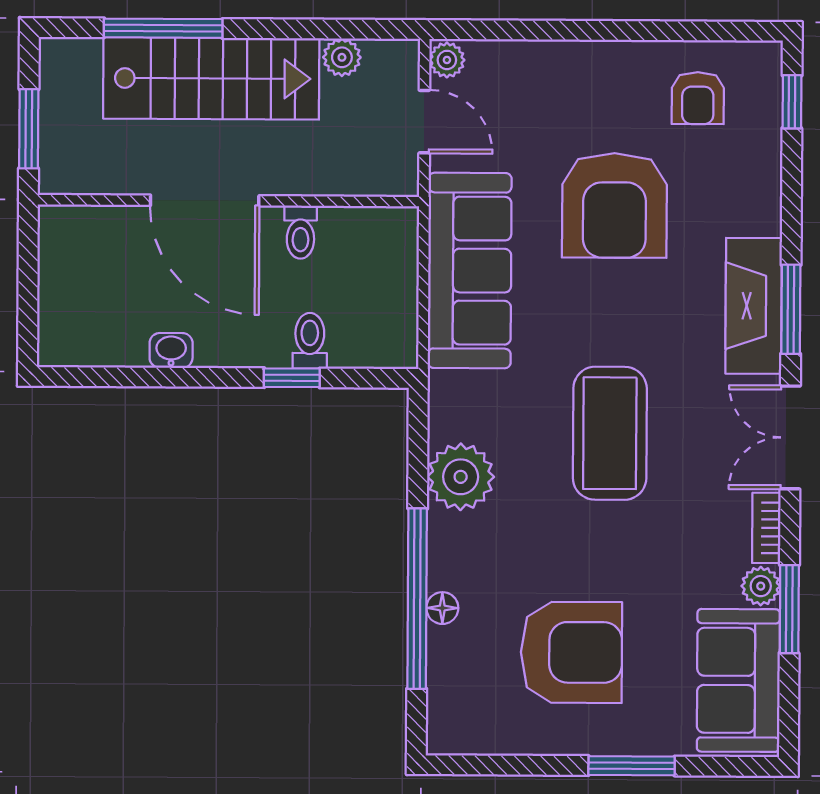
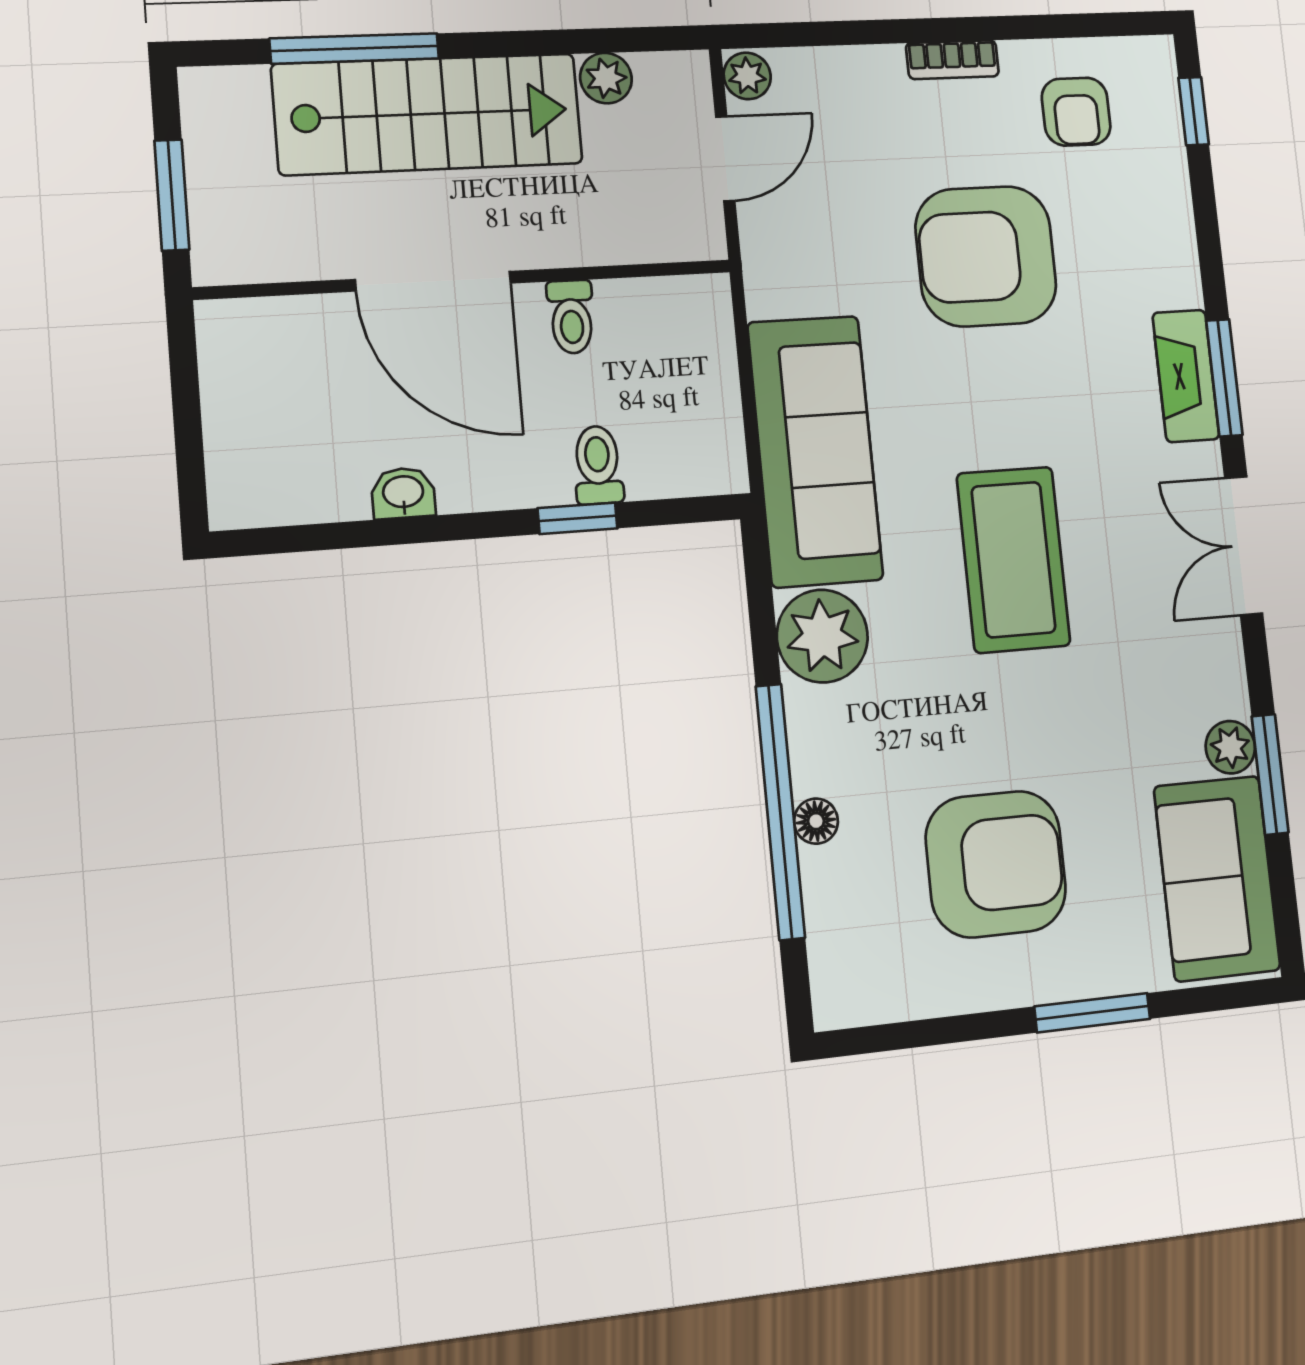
door: (424, 122) -> (725, 159), hinge flipped
armchair: (614, 205) -> (986, 256), turned 90
sofa: (470, 271) -> (815, 451), moved
fireplace: (754, 306) -> (1186, 376), width x0.73, depth x0.76
bookcase: (766, 528) -> (952, 60), moved, turned -90

